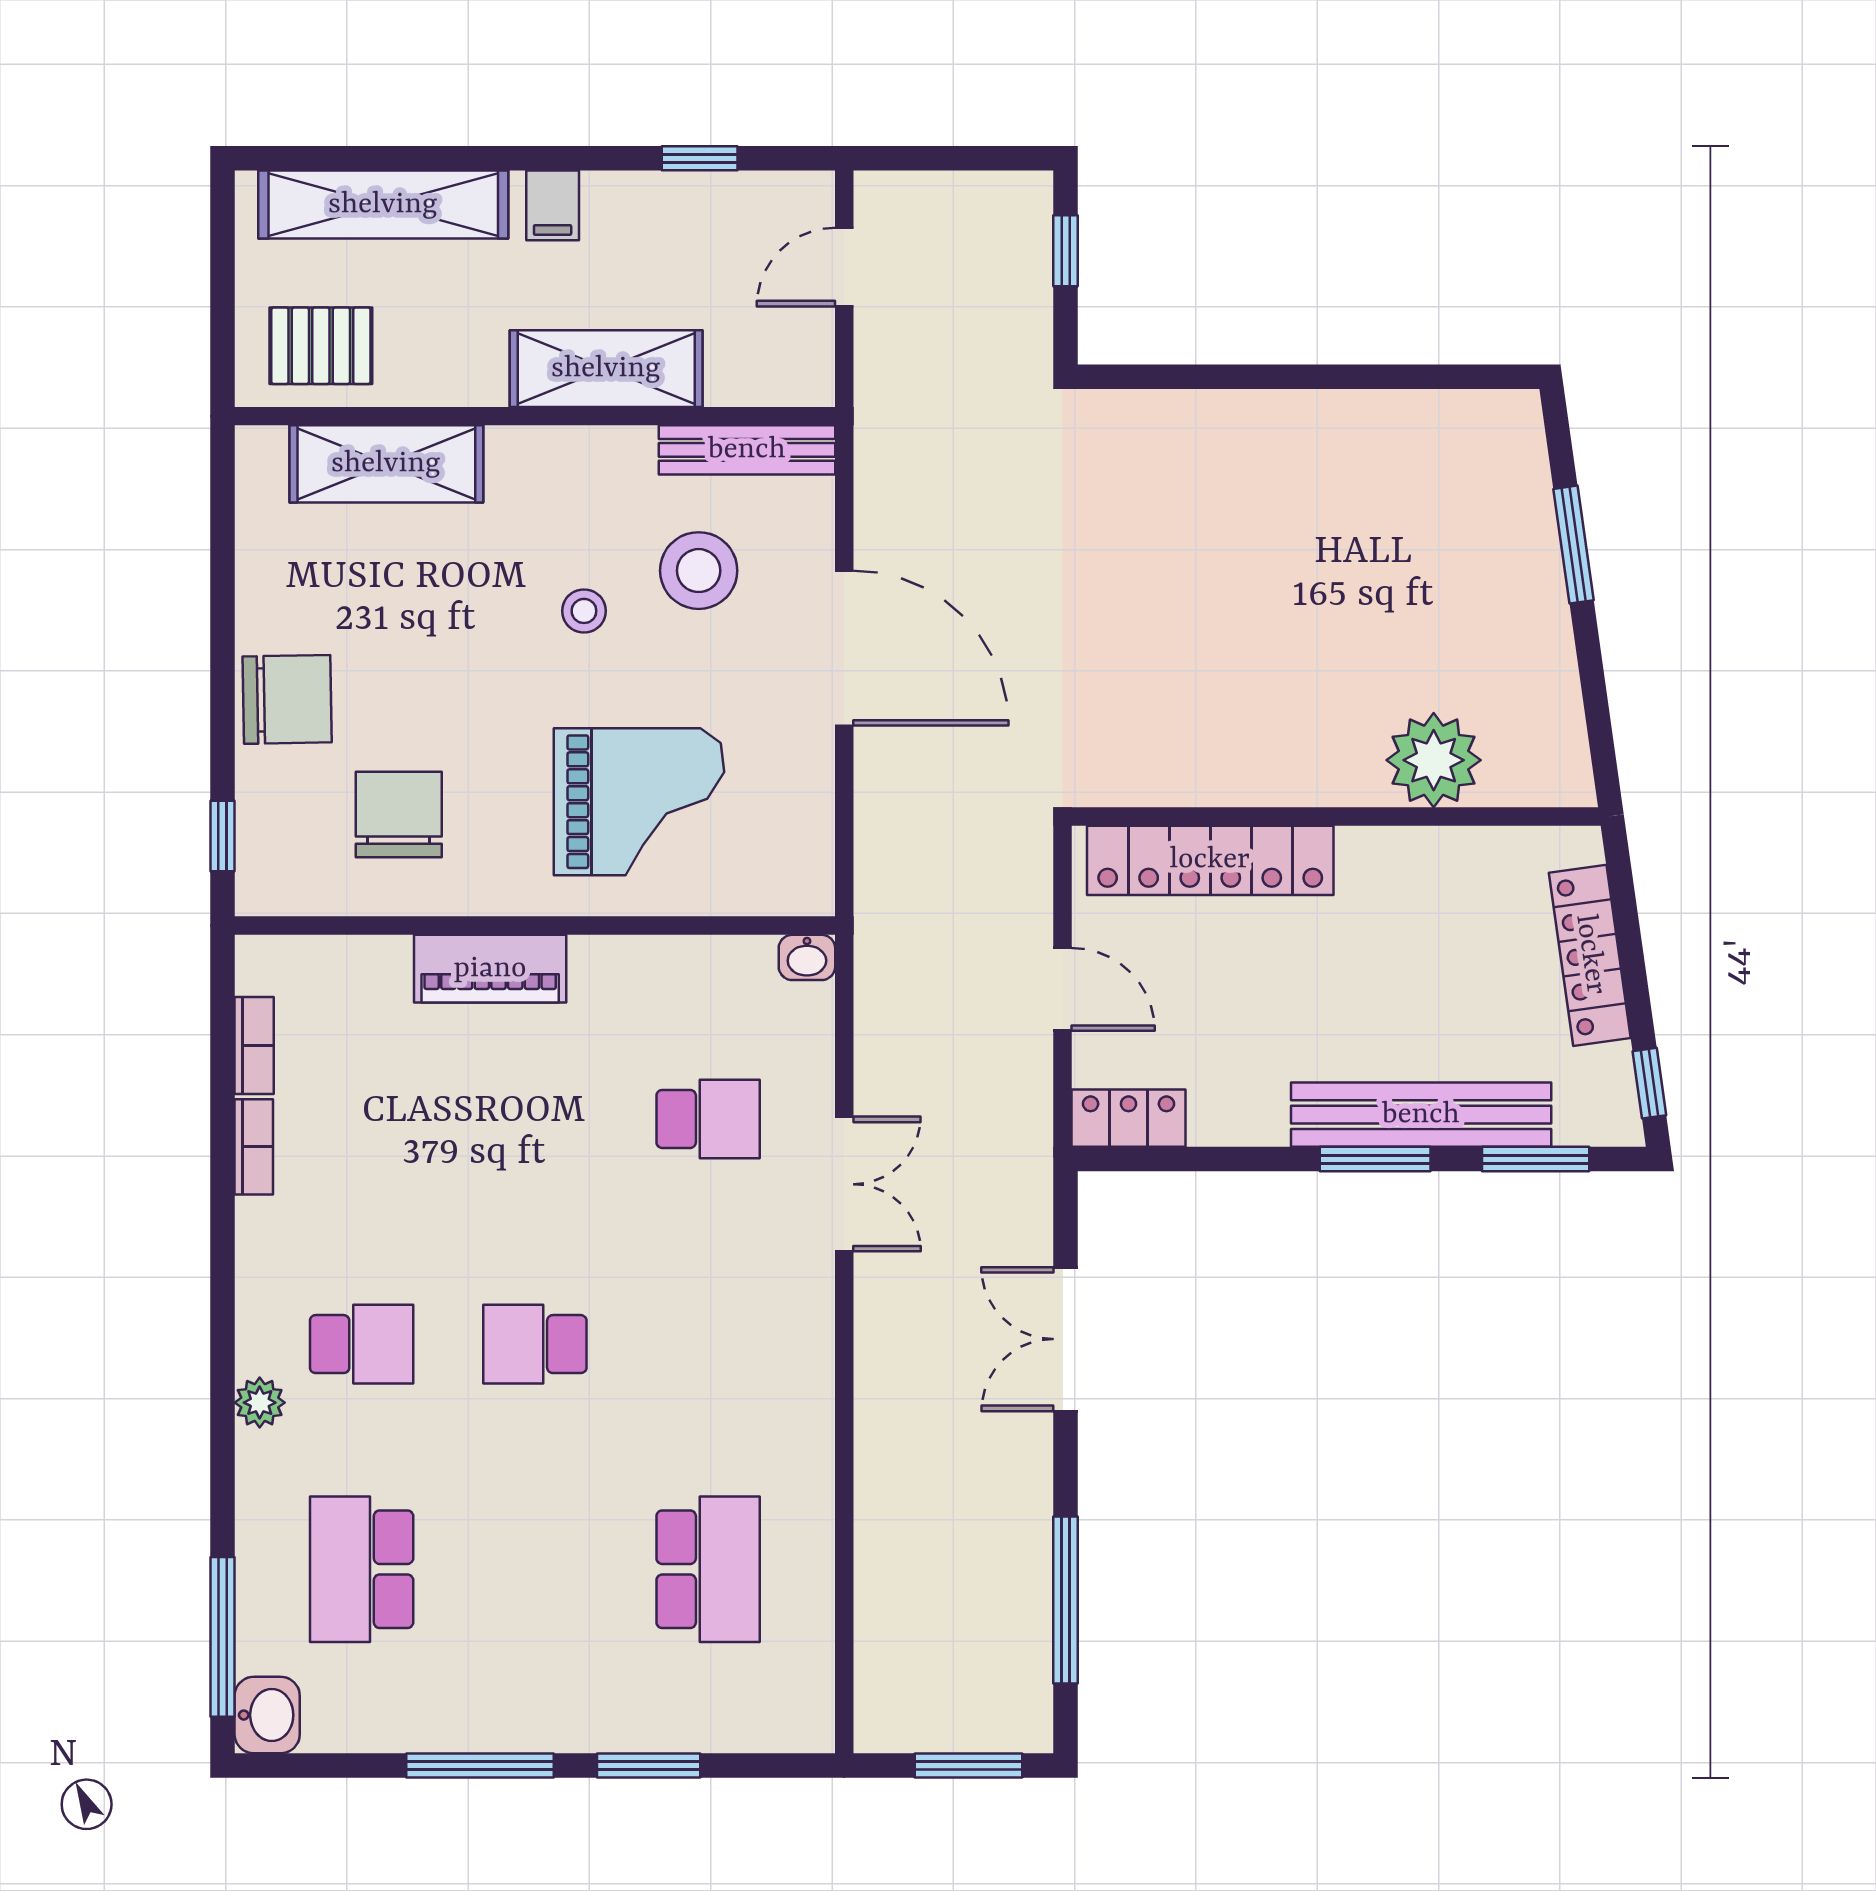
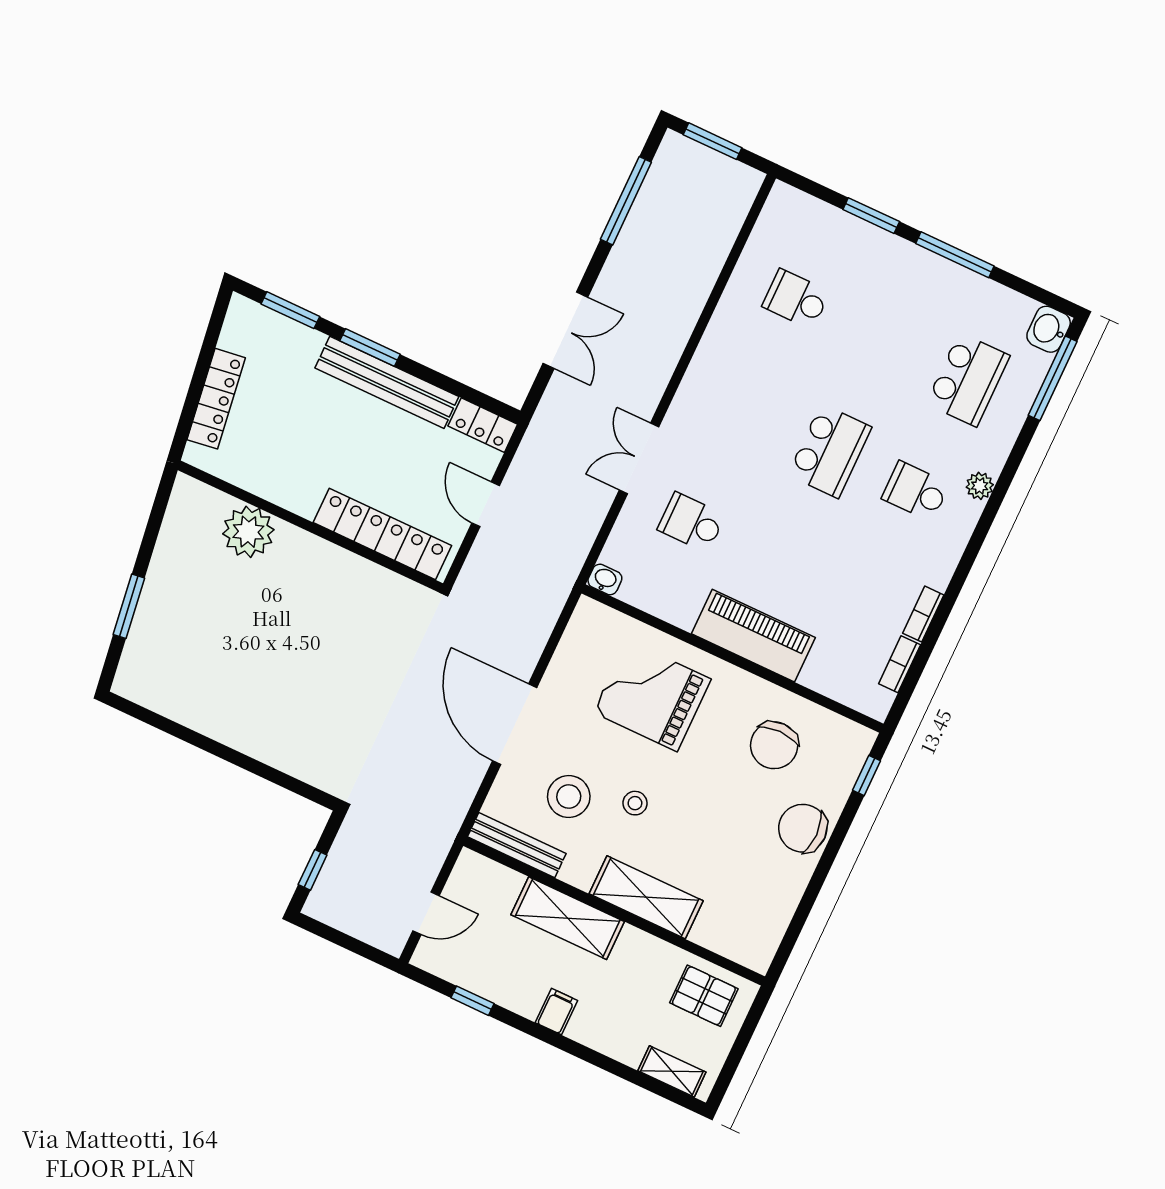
shelving: (383, 205) -> (672, 1071), width x0.45, depth x0.75
shelving: (386, 464) -> (646, 897), moved
piano: (490, 969) -> (753, 636), width x1.37, depth x1.33
window: (1649, 1083) -> (216, 321), removed
bench: (1421, 1115) -> (387, 382), moved
school desk: (535, 1344) -> (830, 451), width x1.85
school desk: (708, 1569) -> (796, 299), width x0.54

